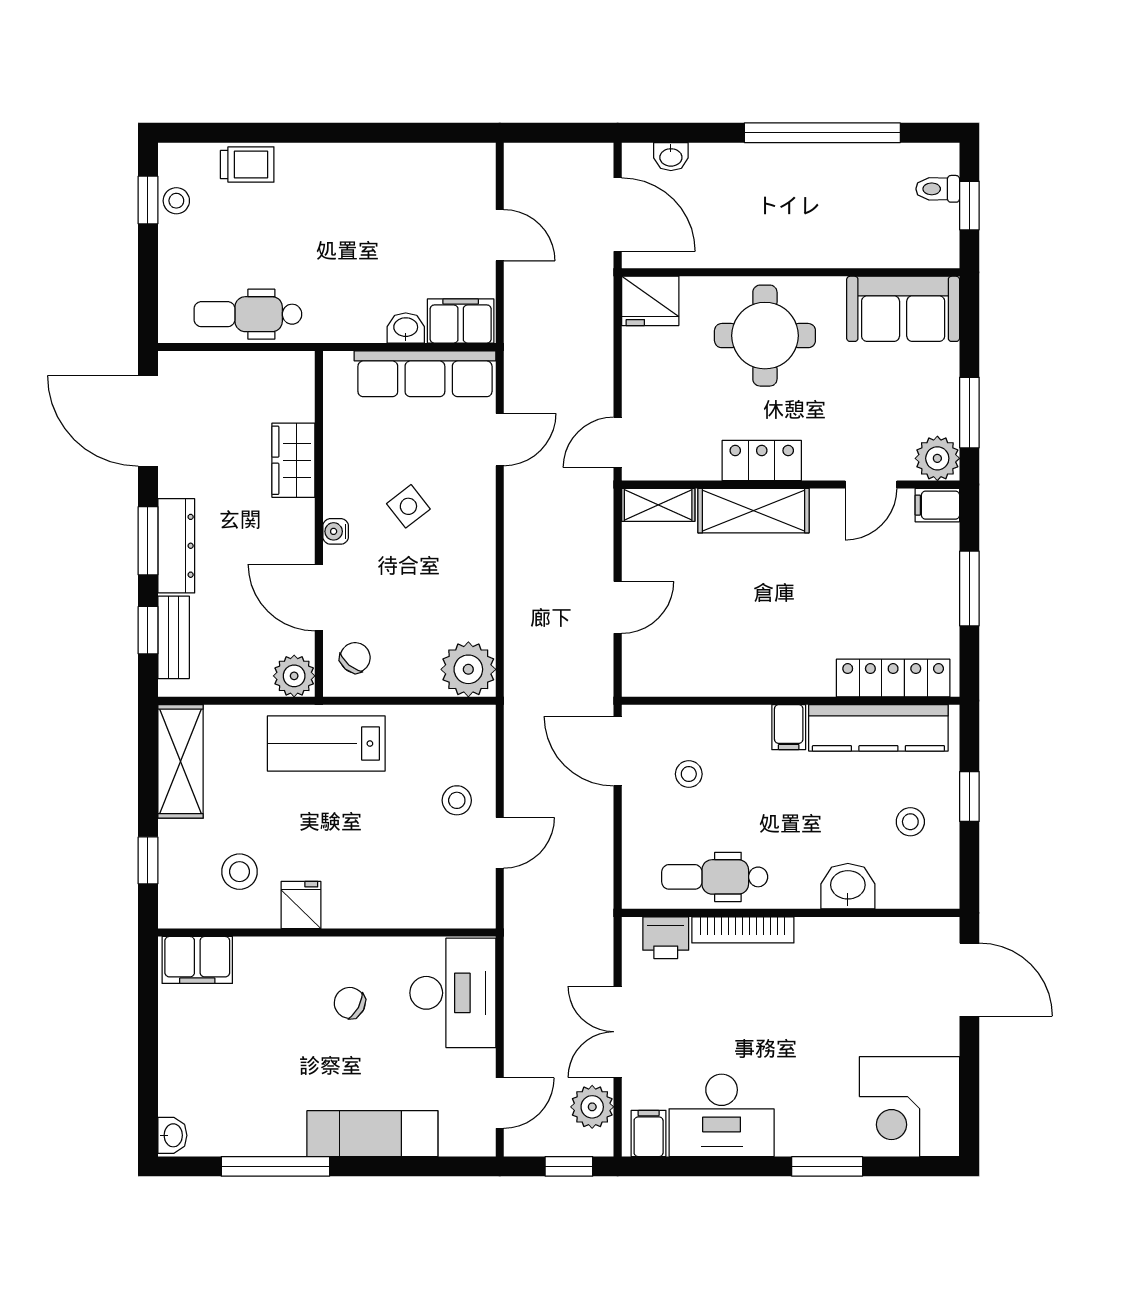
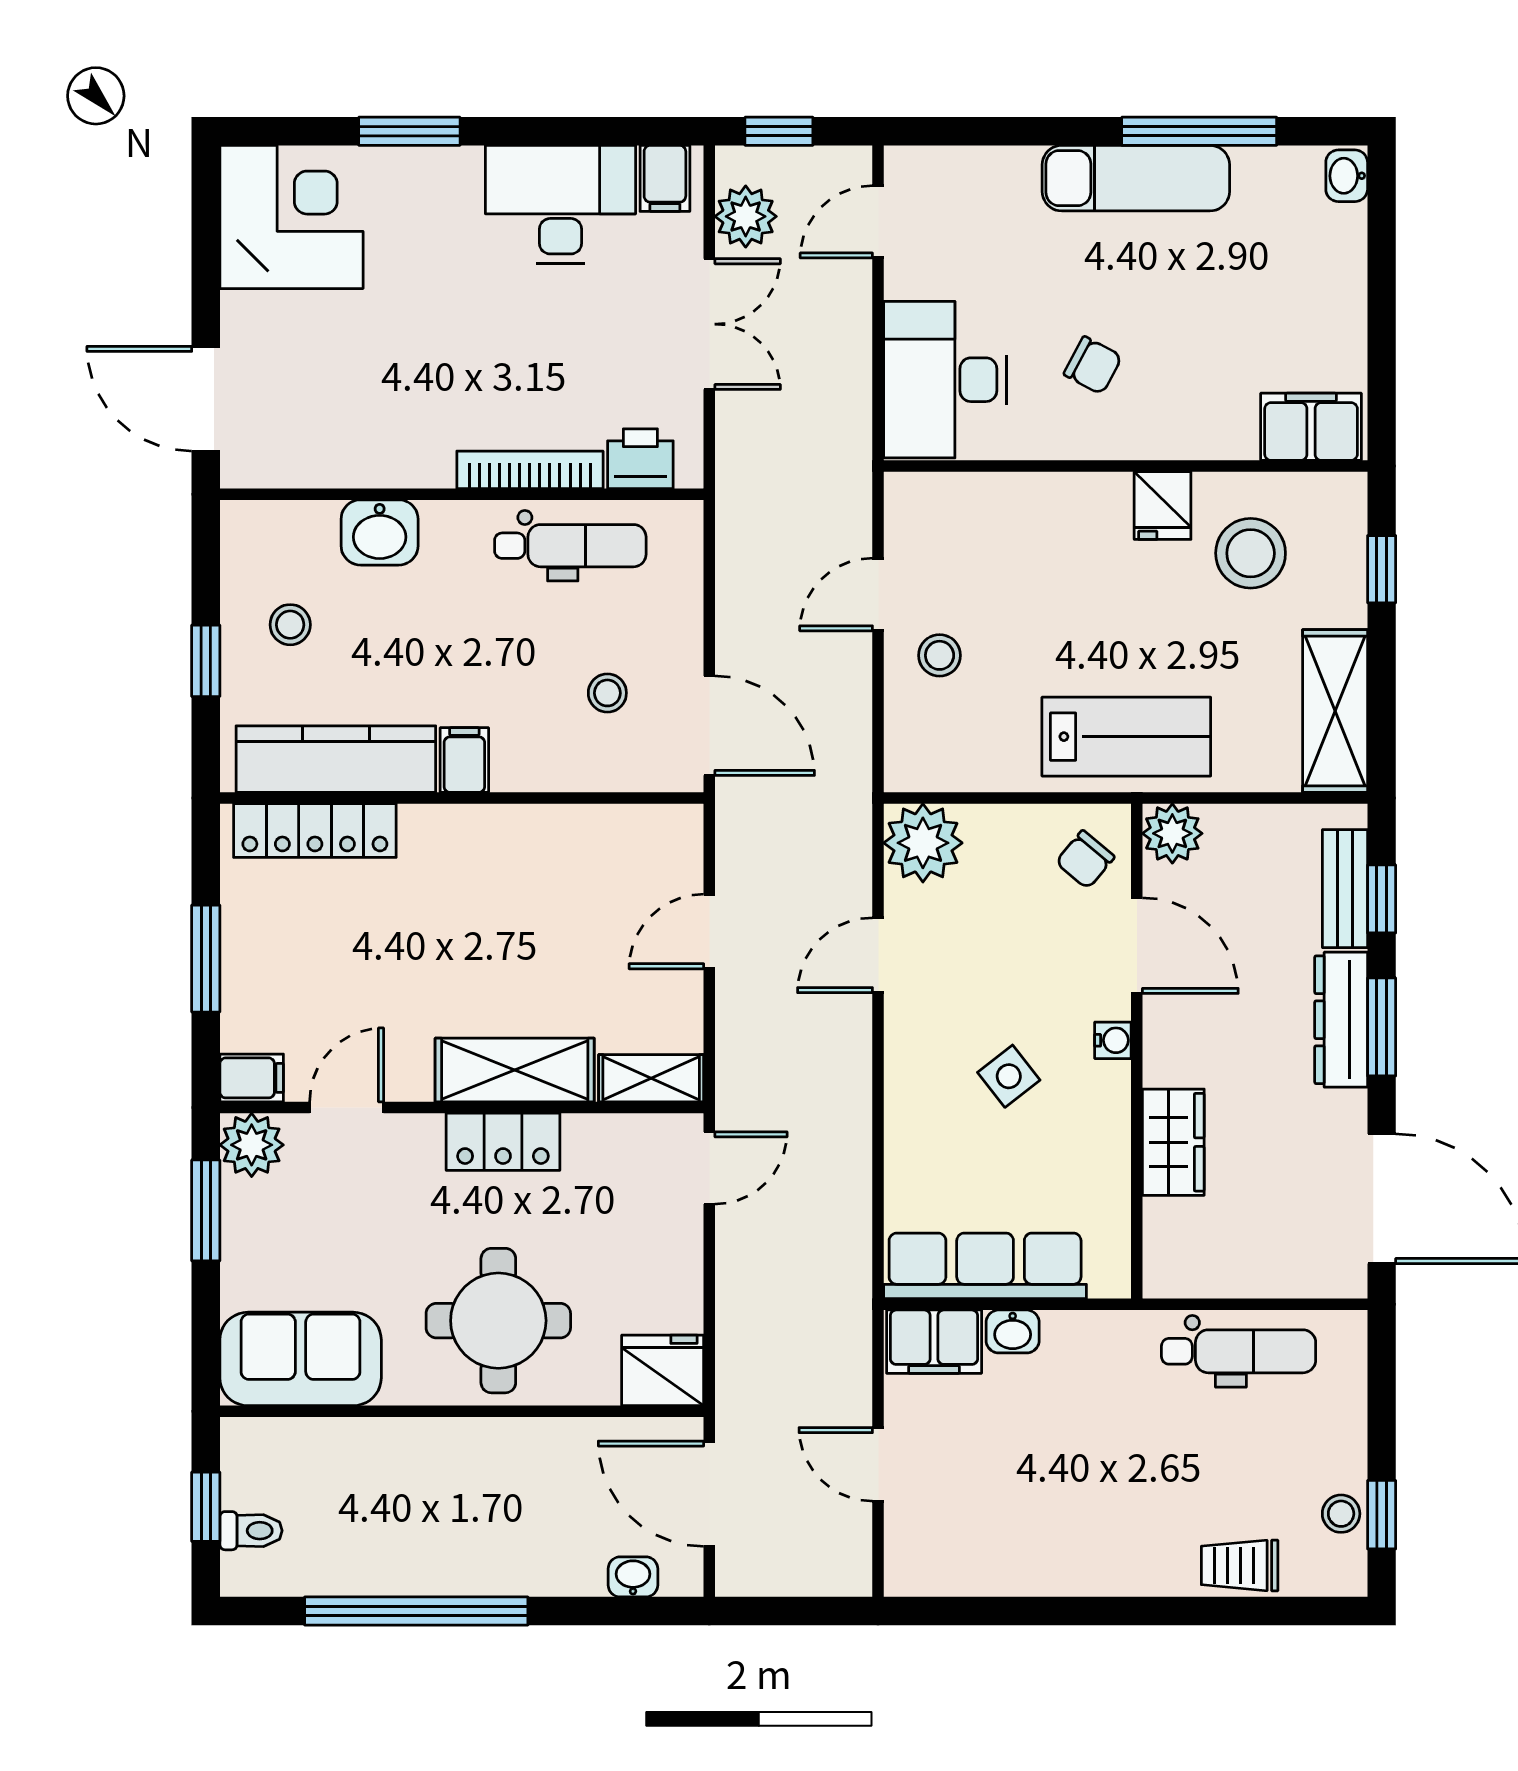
door: (500, 440) -> (878, 955), moved
stool: (240, 872) -> (1251, 553), width x1.38, depth x1.38
exam couch: (372, 1134) -> (1136, 178), moved

